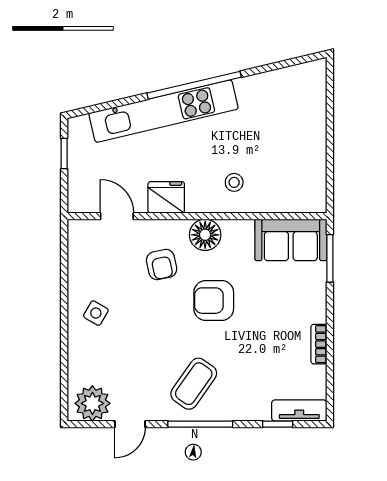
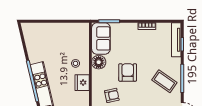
fridge: (166, 197) -> (82, 83), moved
floor lamp: (205, 235) -> (99, 62), moved
armchair: (214, 301) -> (128, 72), turned 180
tv unit: (299, 411) -> (176, 40), width x1.41

